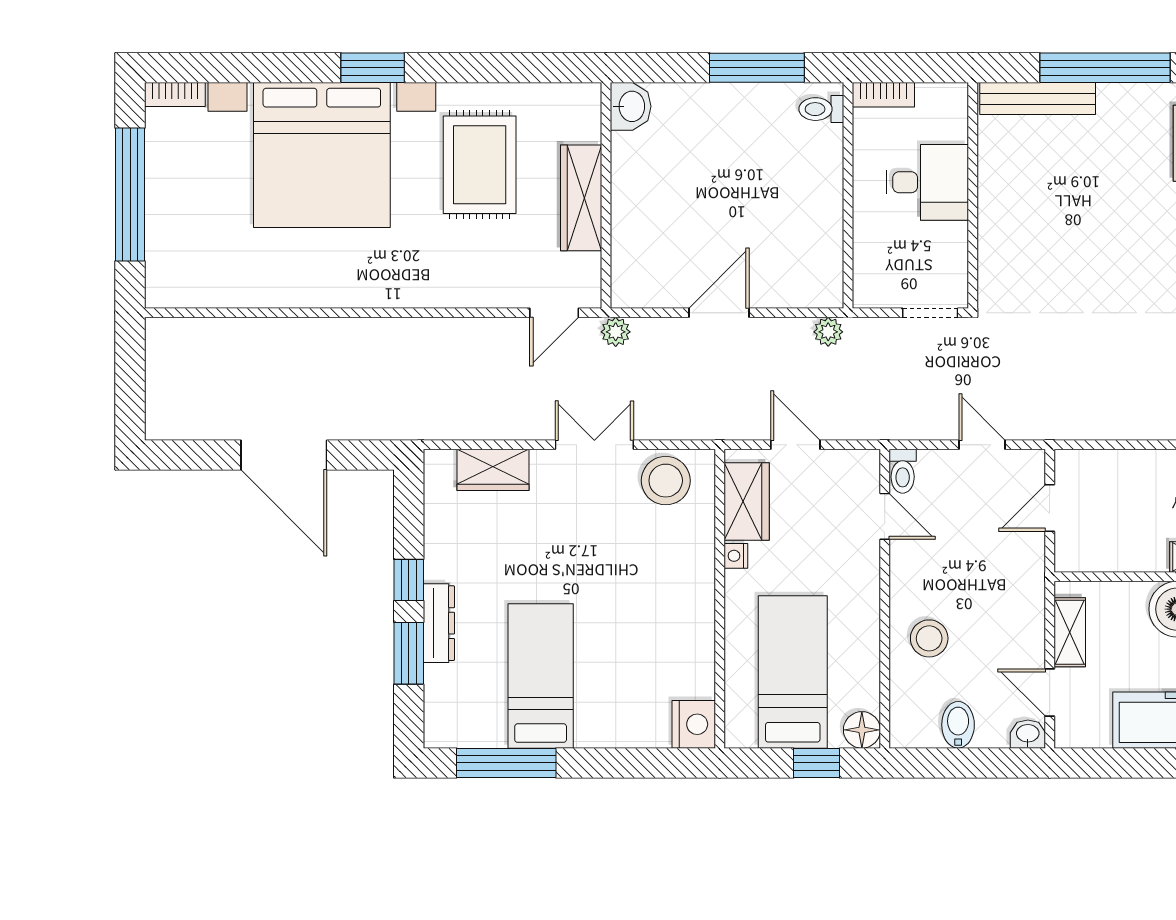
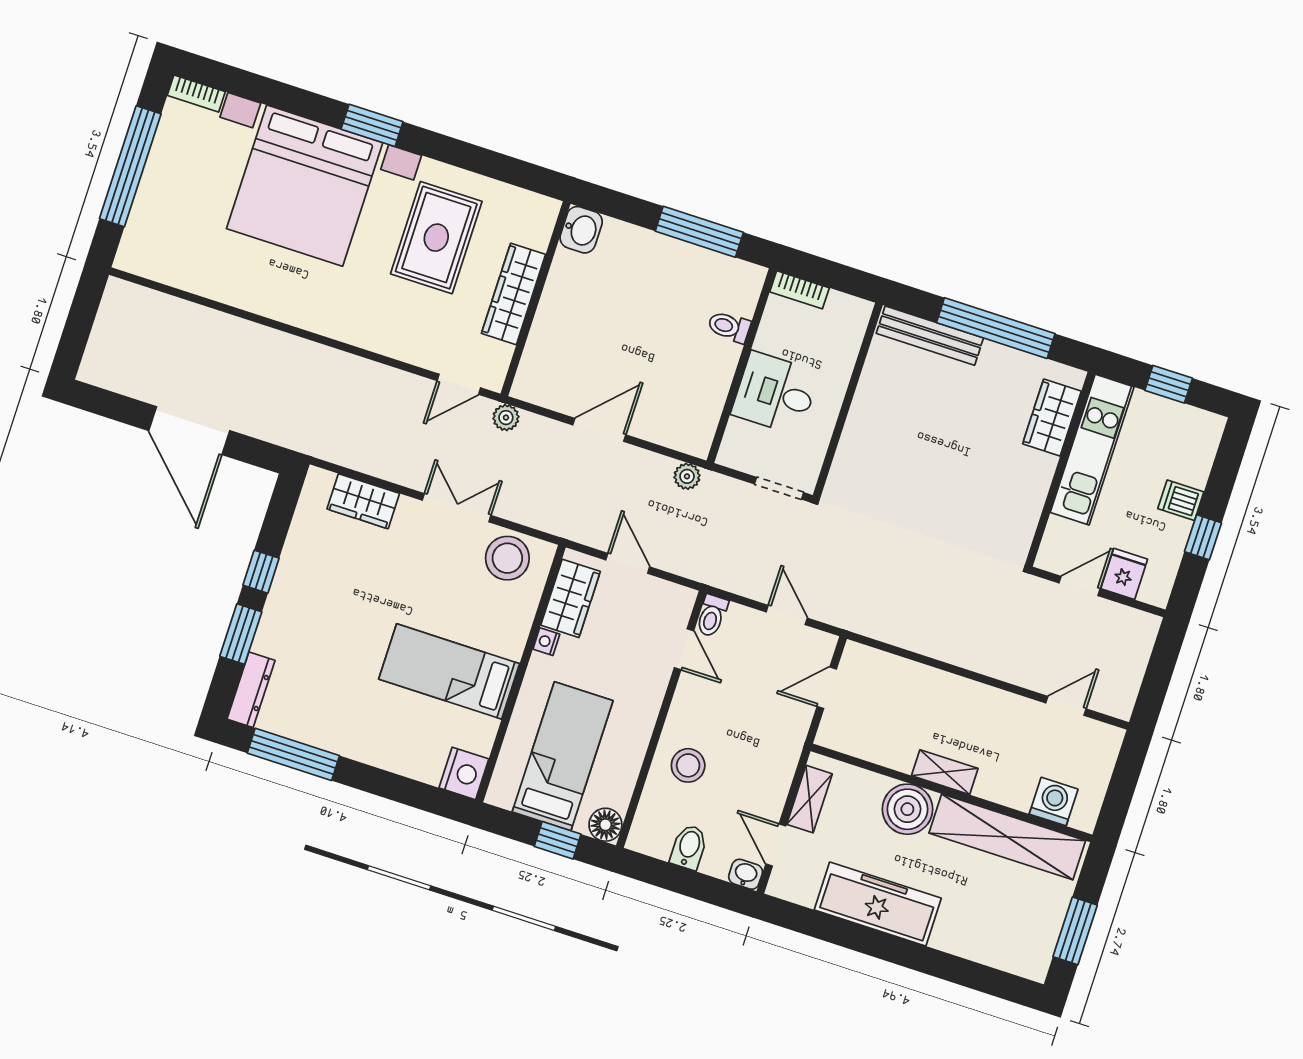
toilet: (821, 109) -> (729, 327), moved
desk: (927, 182) -> (775, 393), moved, turned 180
dresser: (439, 623) -> (251, 690), moved
bed: (541, 676) -> (449, 671), moved, turned -90

